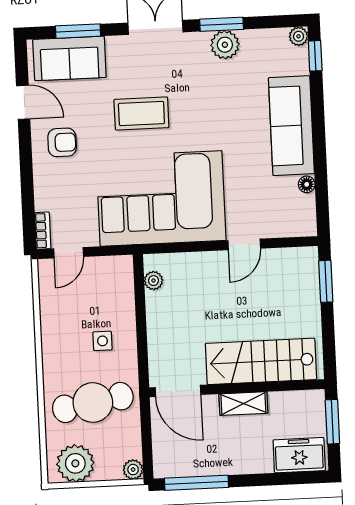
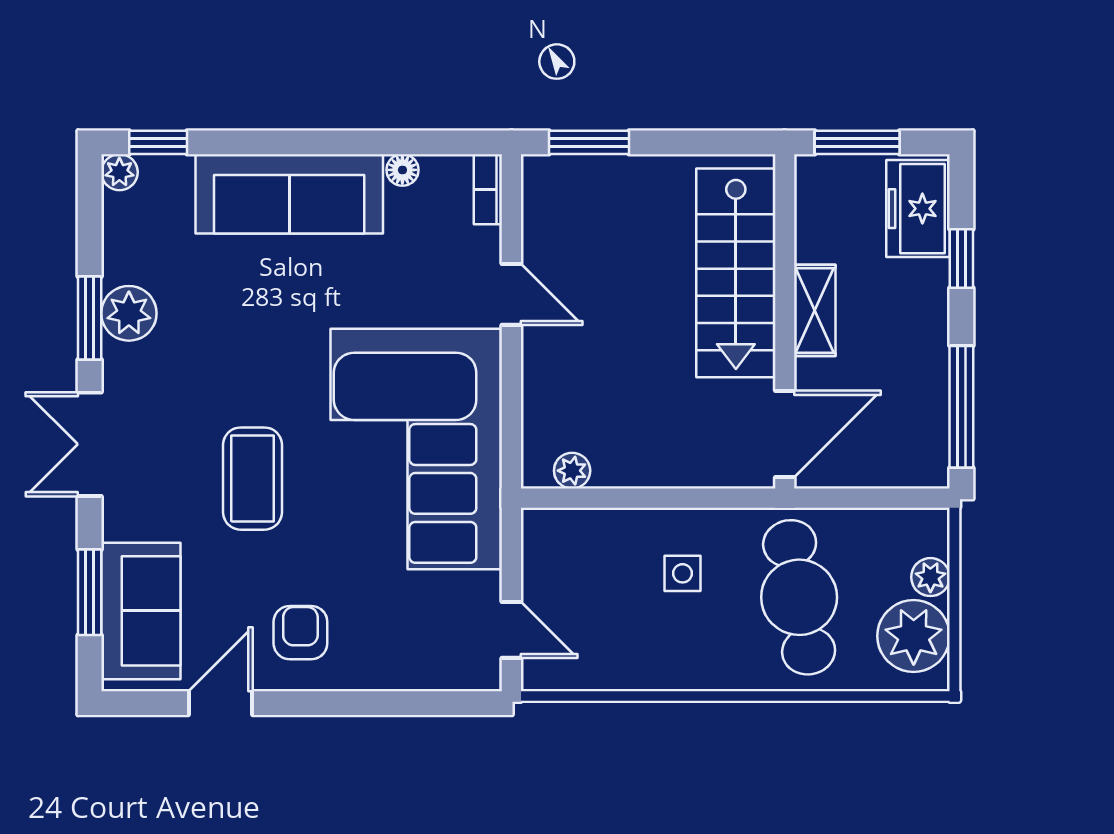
bookcase: (43, 231) -> (488, 189), moved, turned -90
plant: (133, 470) -> (930, 577), moved
window: (274, 479) -> (961, 258), added

